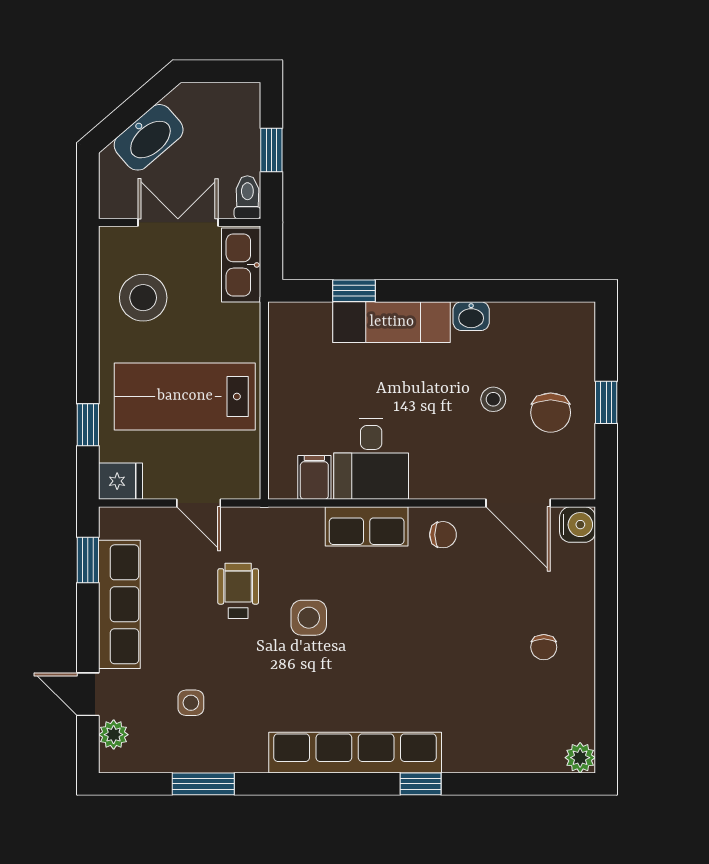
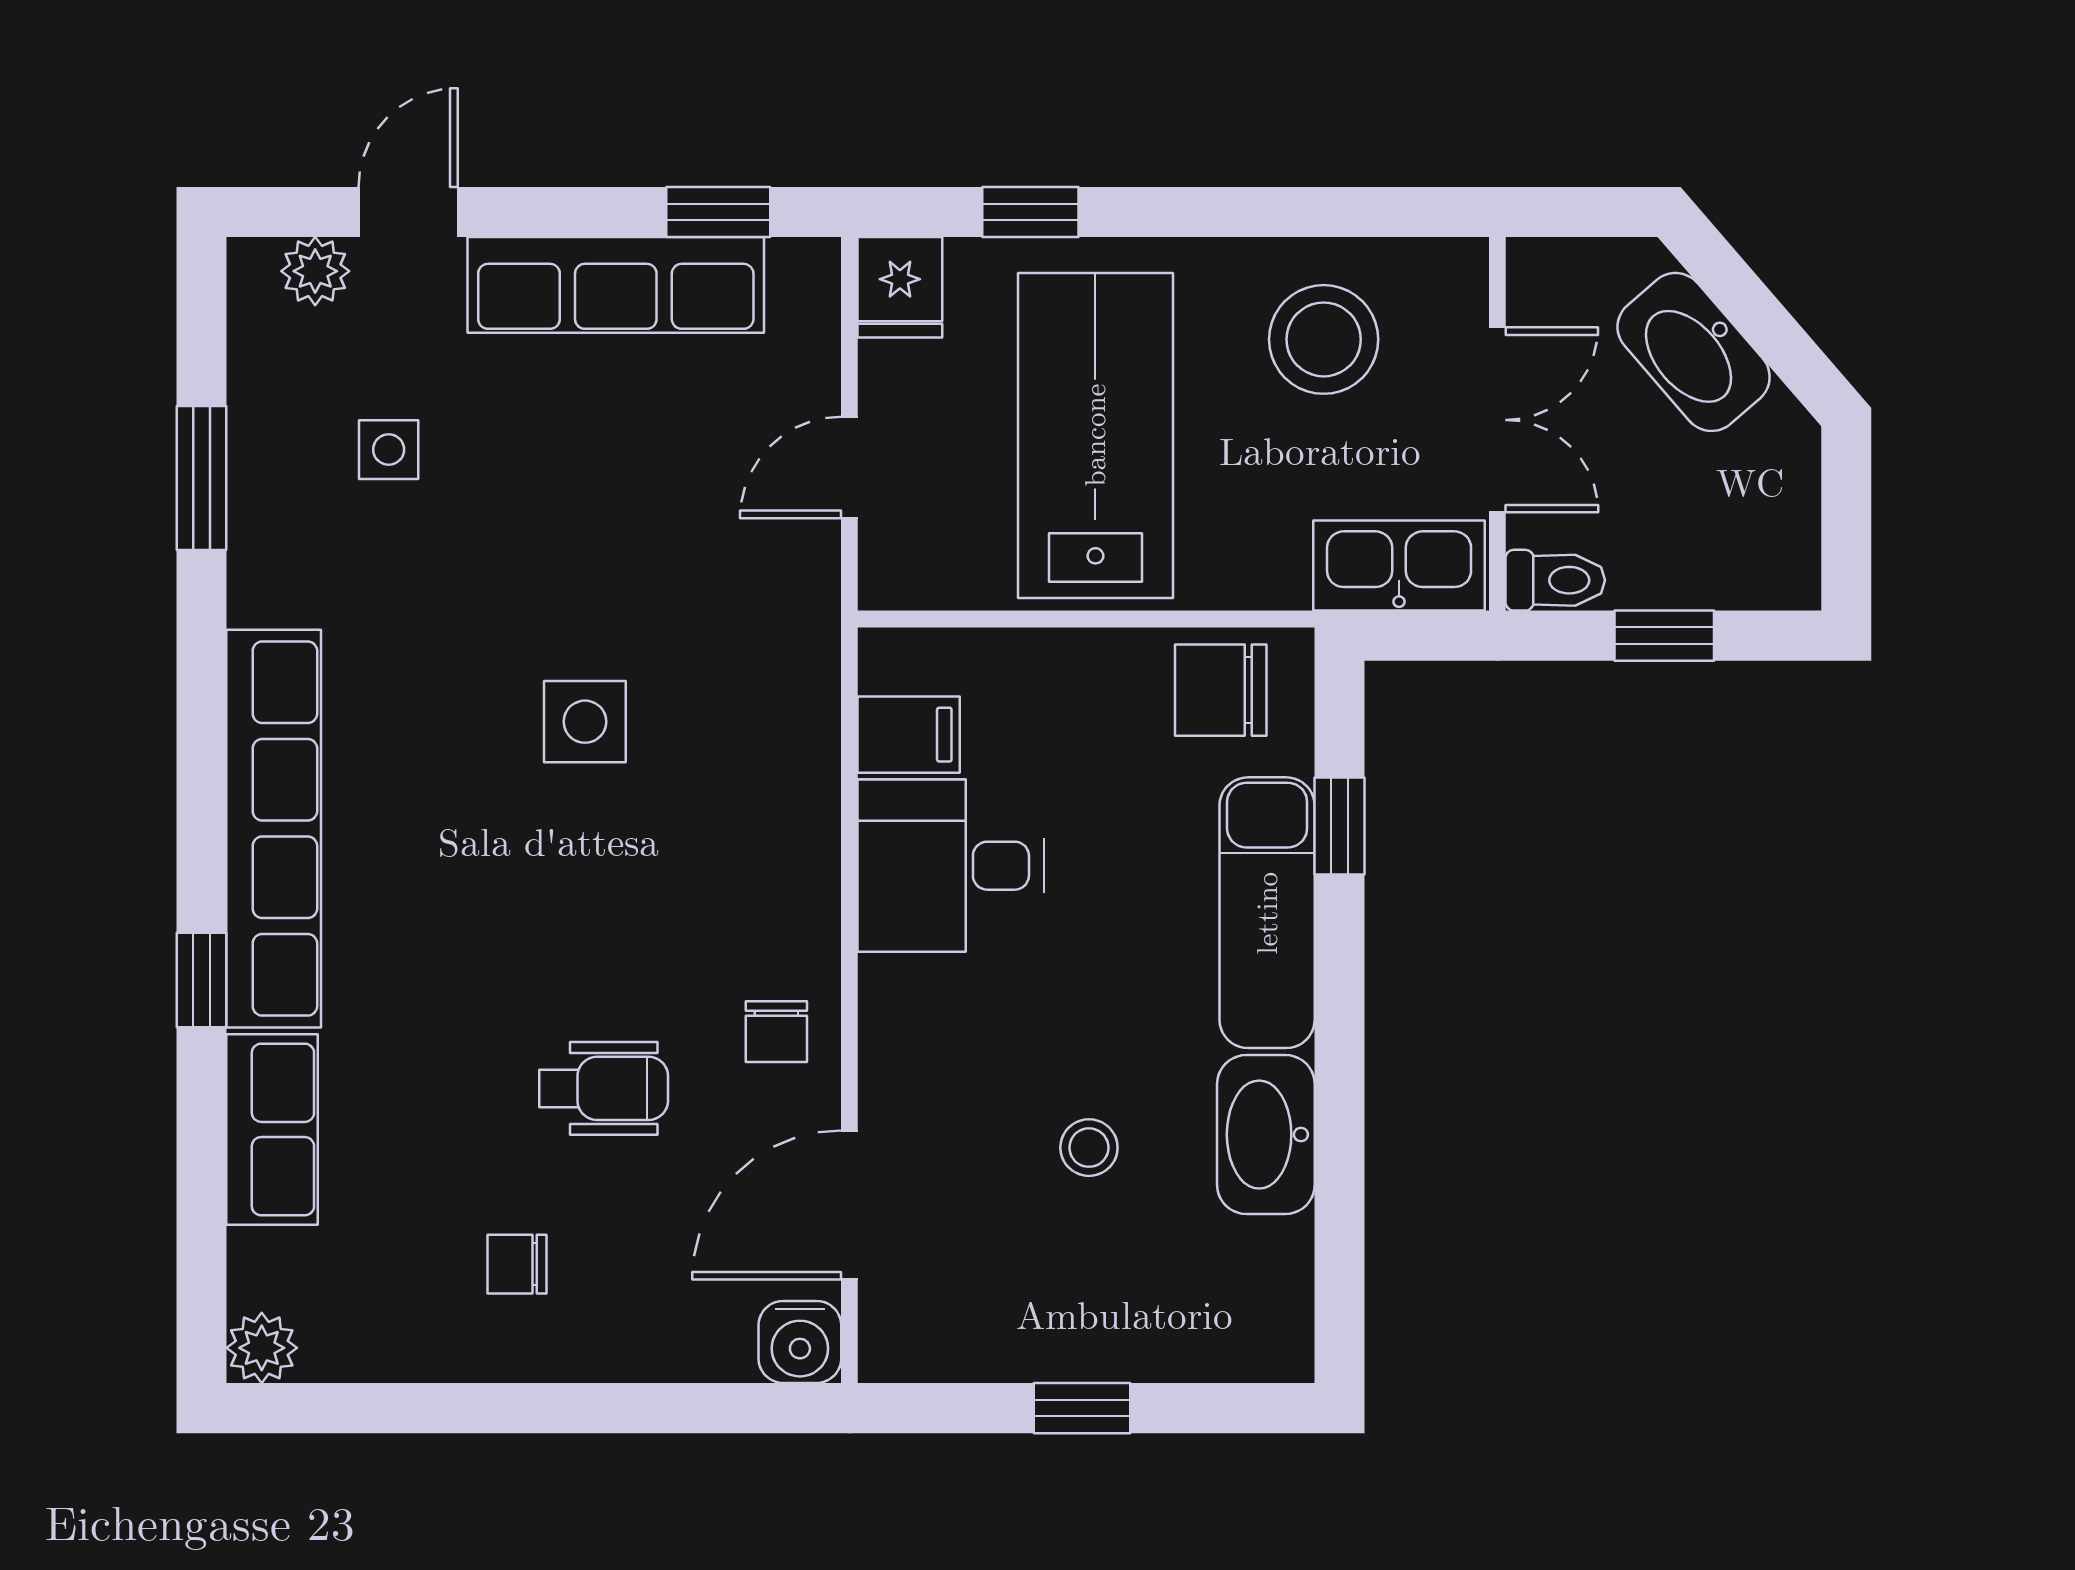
washbasin: (471, 316) -> (1266, 1135), width x1.91, depth x1.45
chair: (551, 413) -> (1221, 690), moved
row of seats: (367, 526) -> (272, 1129), moved, turned 180
wheelchair: (238, 591) -> (603, 1088), moved

